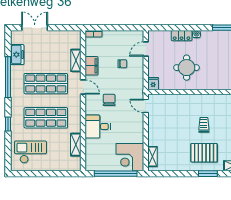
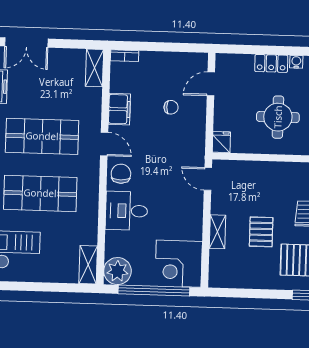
double door: (35, 28) -> (26, 43), swing flipped
shelving: (76, 60) -> (95, 68), moved
chair: (109, 100) -> (121, 174), moved
pallet: (179, 137) -> (261, 232), added
shelving: (76, 145) -> (88, 265), moved
shelving: (153, 156) -> (217, 232), moved
plant: (93, 163) -> (117, 271), added

